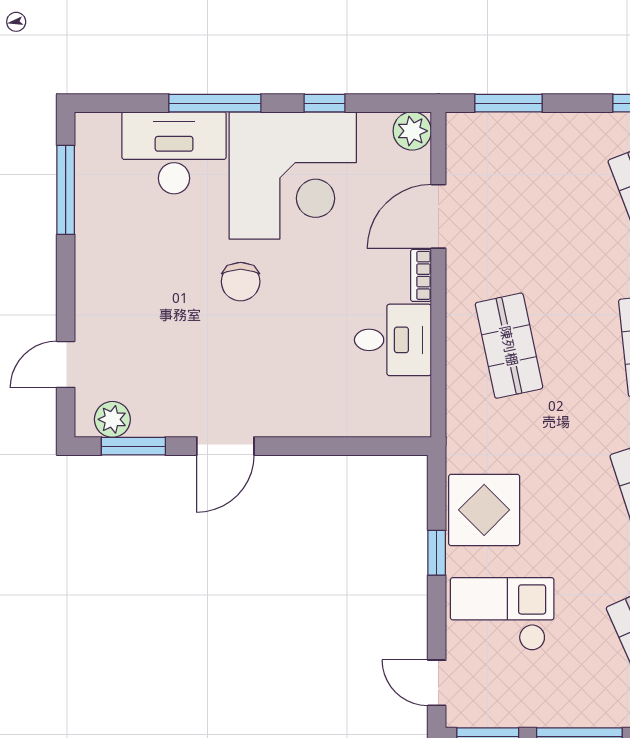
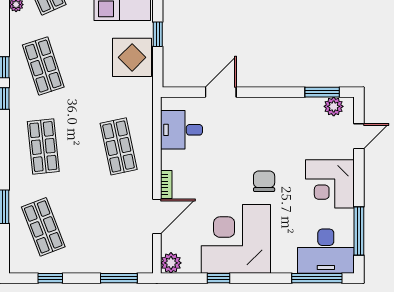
window: (215, 103) -> (317, 278), moved
desk: (174, 153) -> (326, 251), moved
corner desk: (119, 277) -> (330, 184), added
desk: (393, 340) -> (181, 130), moved
door: (225, 446) -> (221, 92), moved

